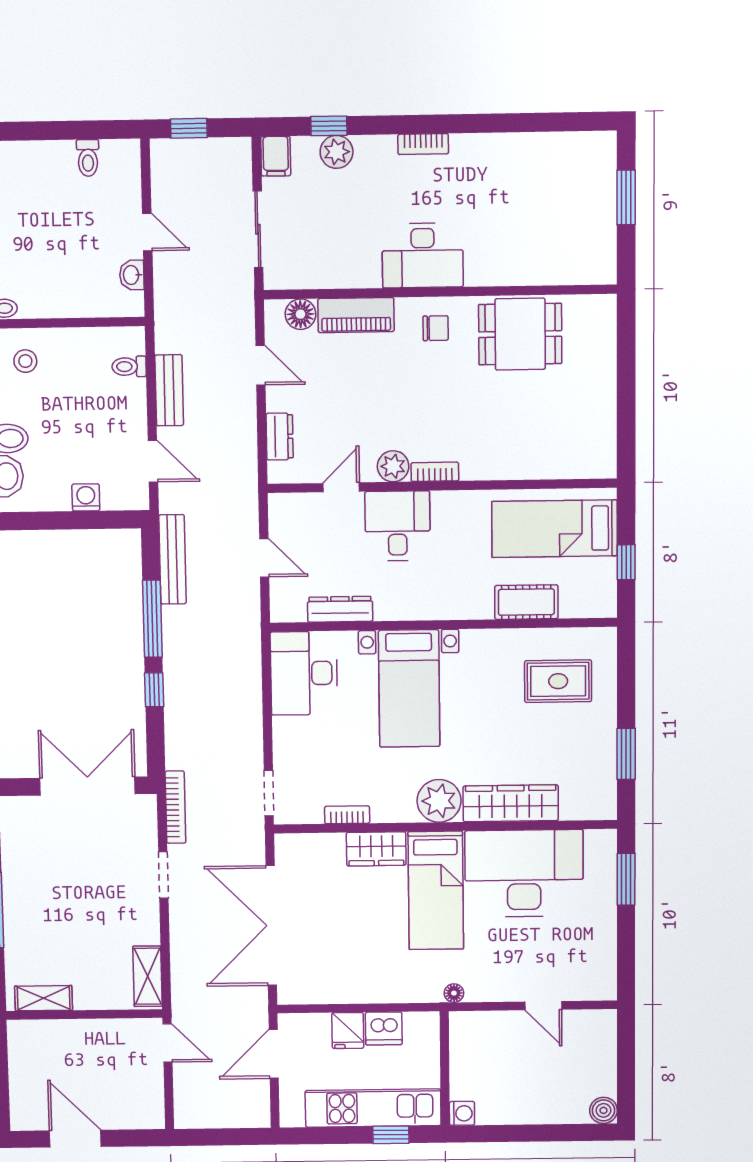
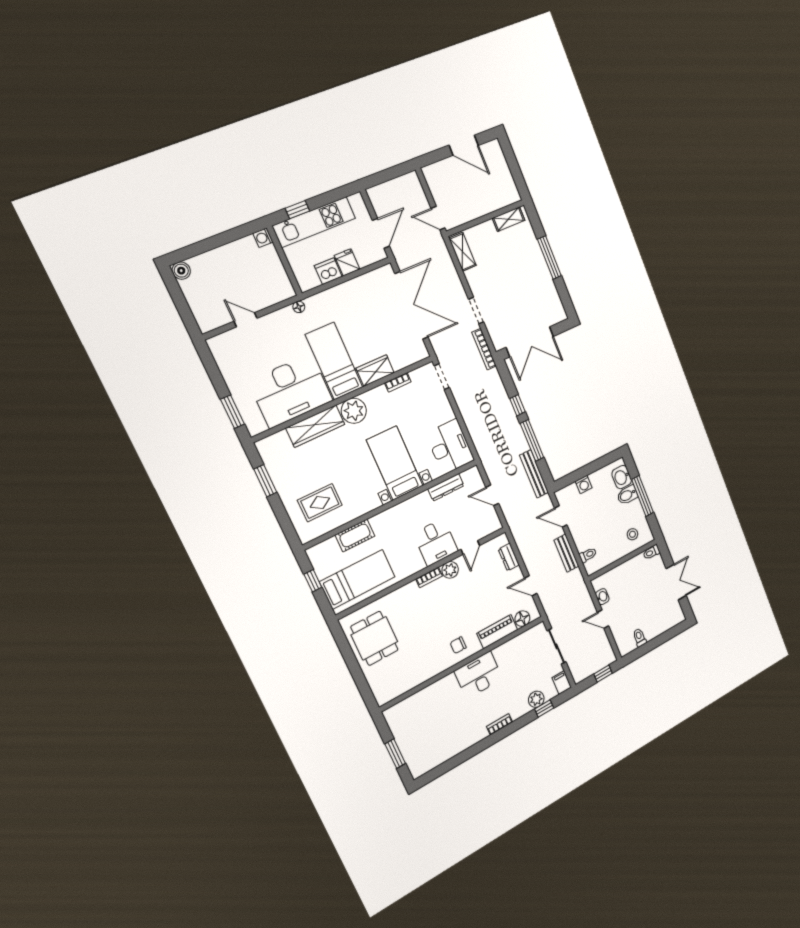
dining table: (520, 334) -> (374, 638), moved, turned 90

